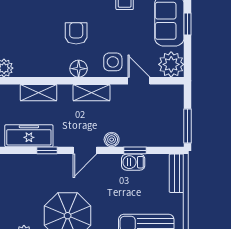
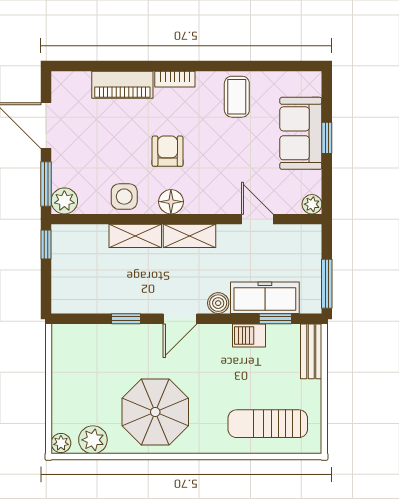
side table: (113, 62) -> (124, 197), moved
plant: (171, 64) -> (312, 204), width x0.53, depth x0.53
shelving: (38, 93) -> (135, 236), moved
freezer: (29, 136) -> (265, 298), moved
window: (135, 150) -> (275, 319), moved

